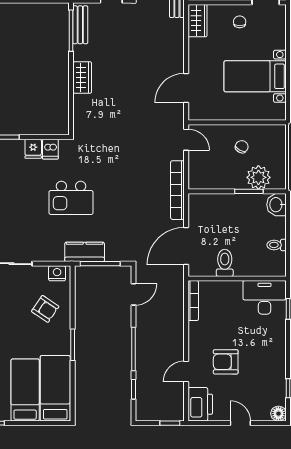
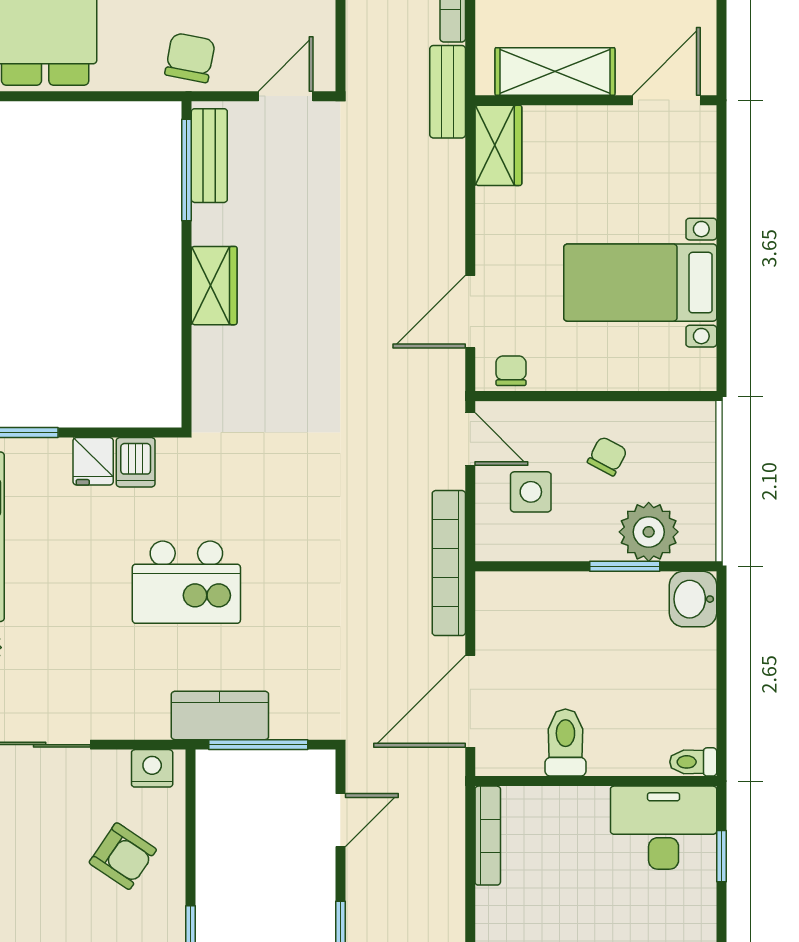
chair: (240, 22) -> (511, 371), moved
side table: (211, 161) -> (531, 492), added
toilet: (277, 245) -> (693, 762), moved

